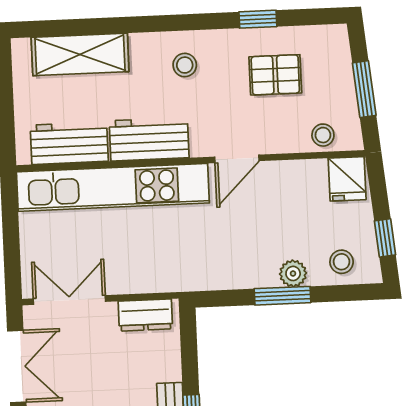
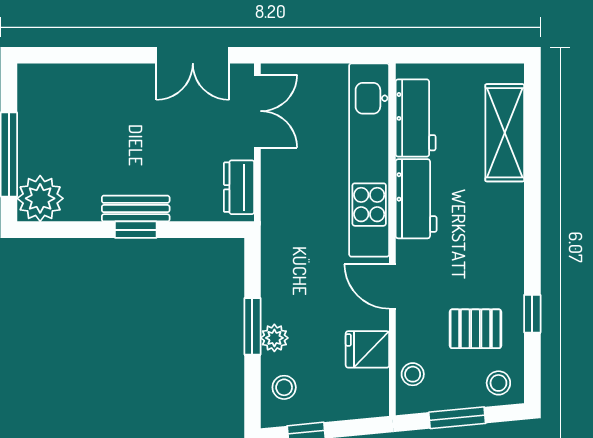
stool: (185, 65) -> (498, 383), moved
pallet: (275, 75) -> (475, 329), turned 90
fridge: (347, 179) -> (367, 349), moved

